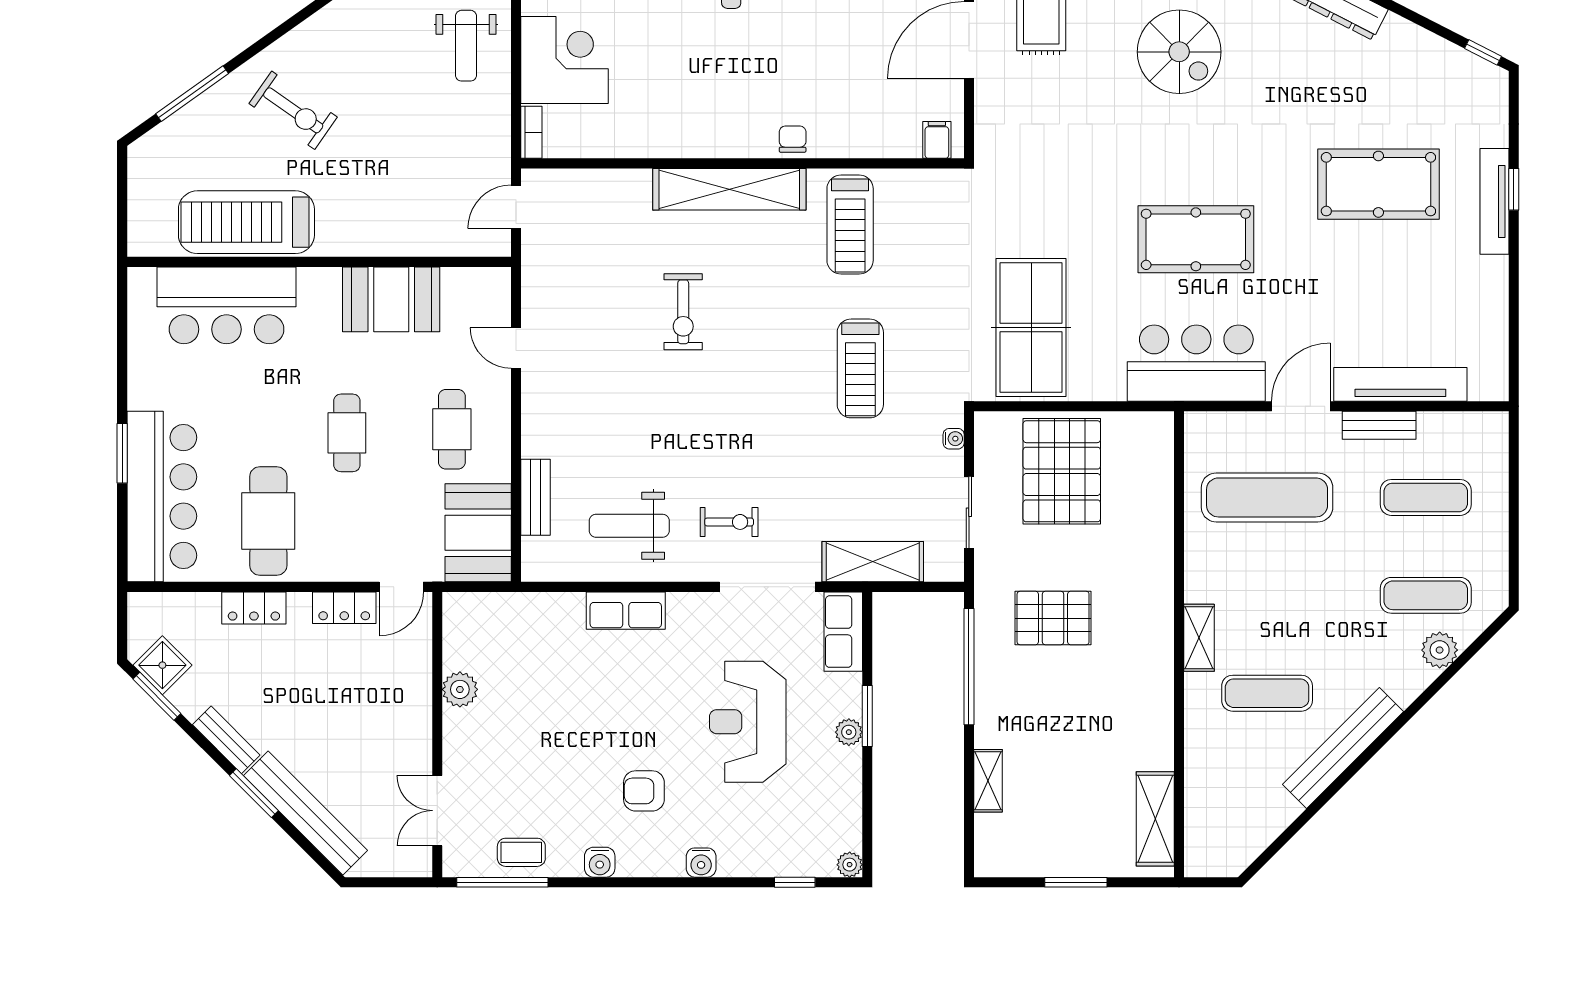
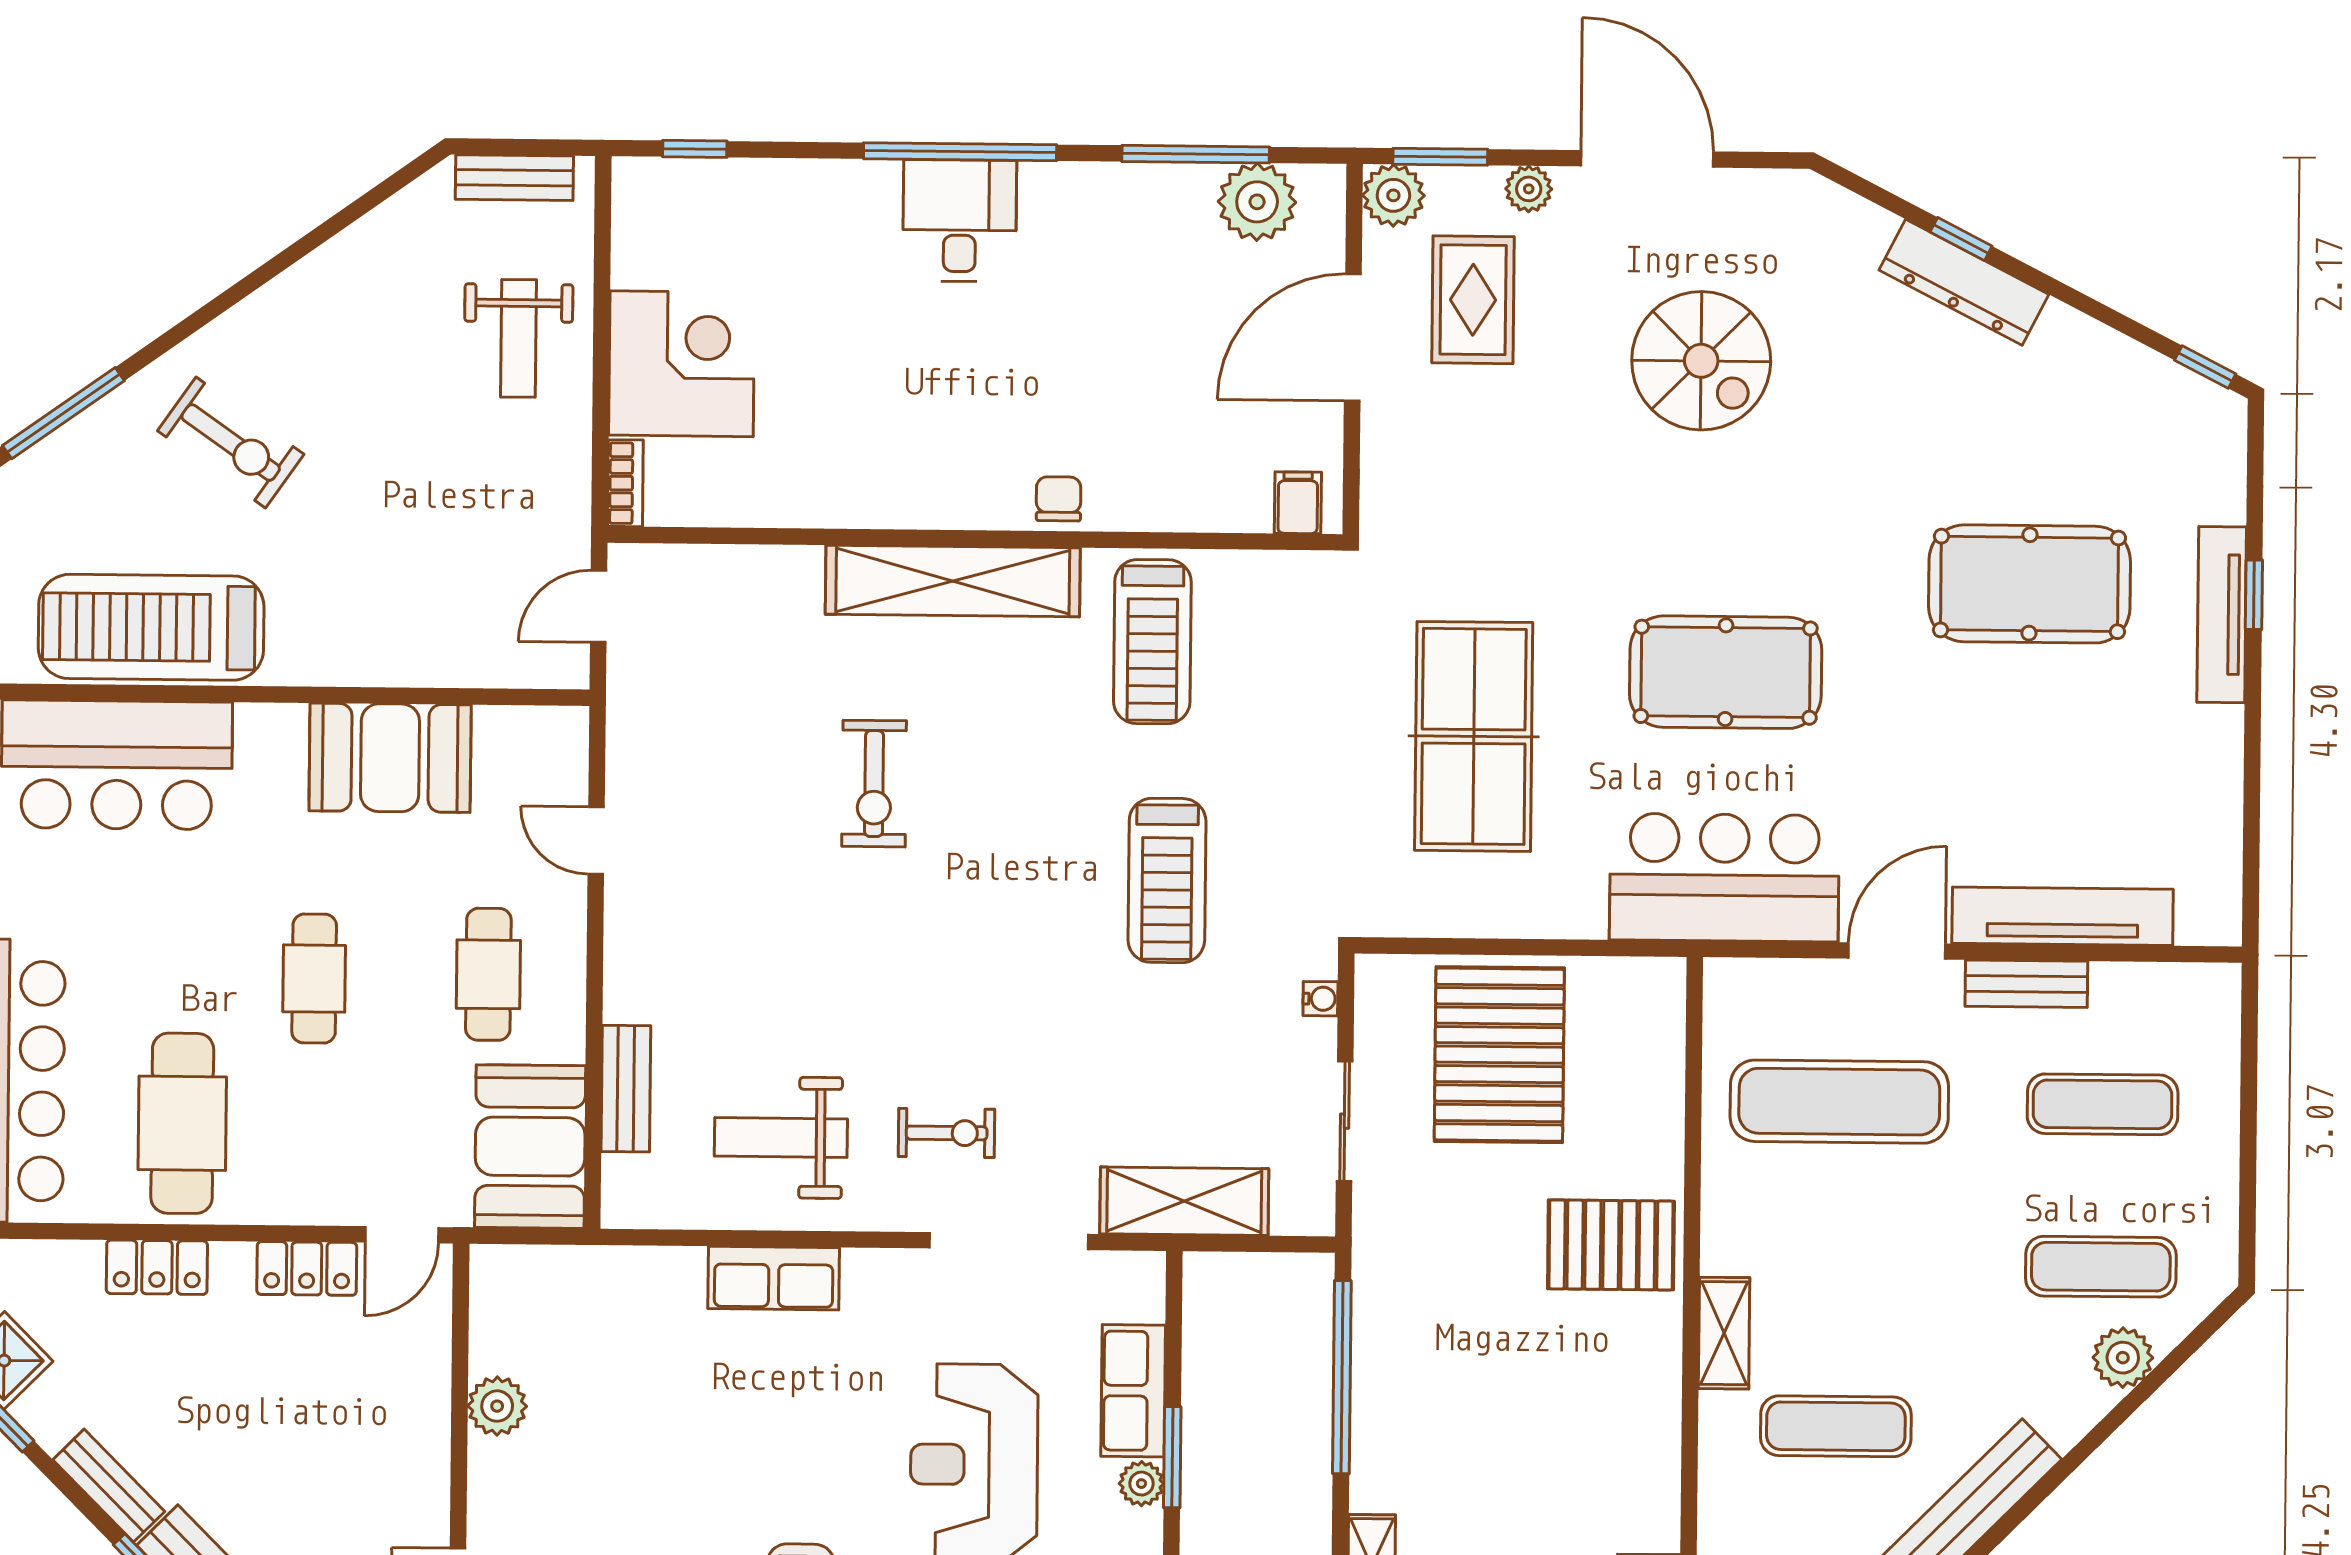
table tennis table: (1031, 327) -> (1474, 736), moved
pallet: (1053, 618) -> (1611, 1245), moved
row of seats: (843, 632) -> (1133, 1391), moved

